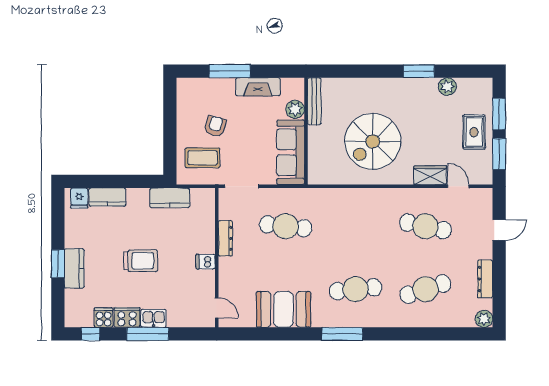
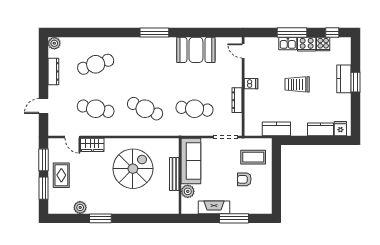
bench: (314, 101) -> (174, 174), moved
armchair: (215, 126) -> (244, 179), turned 74
cafe table: (356, 289) -> (145, 109), moved, turned 30

